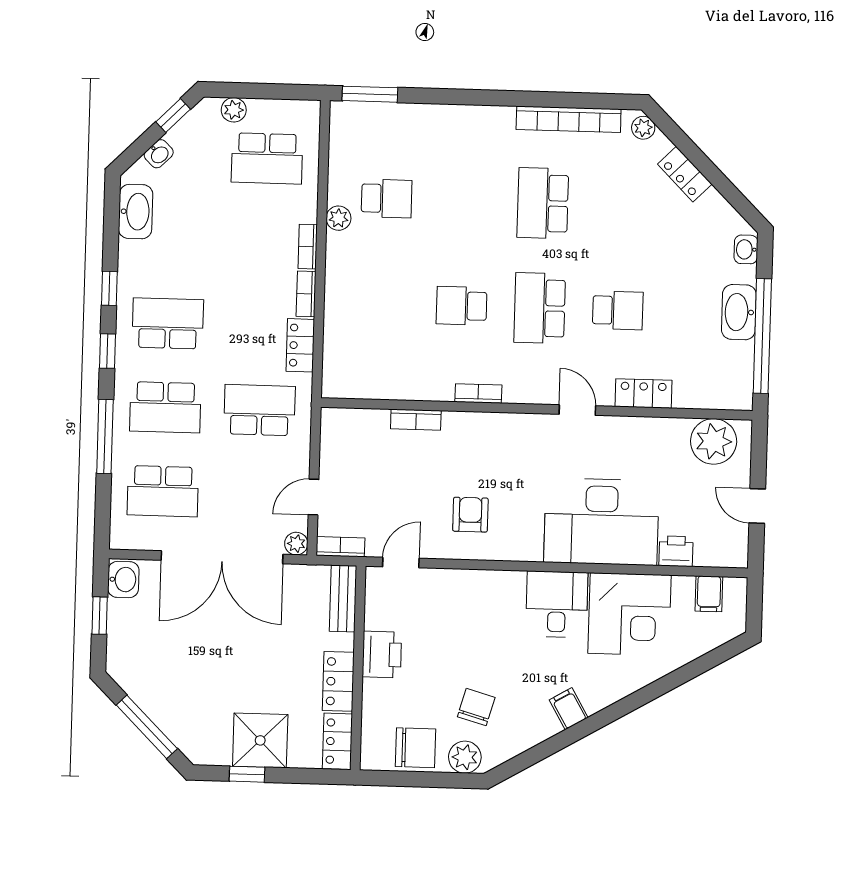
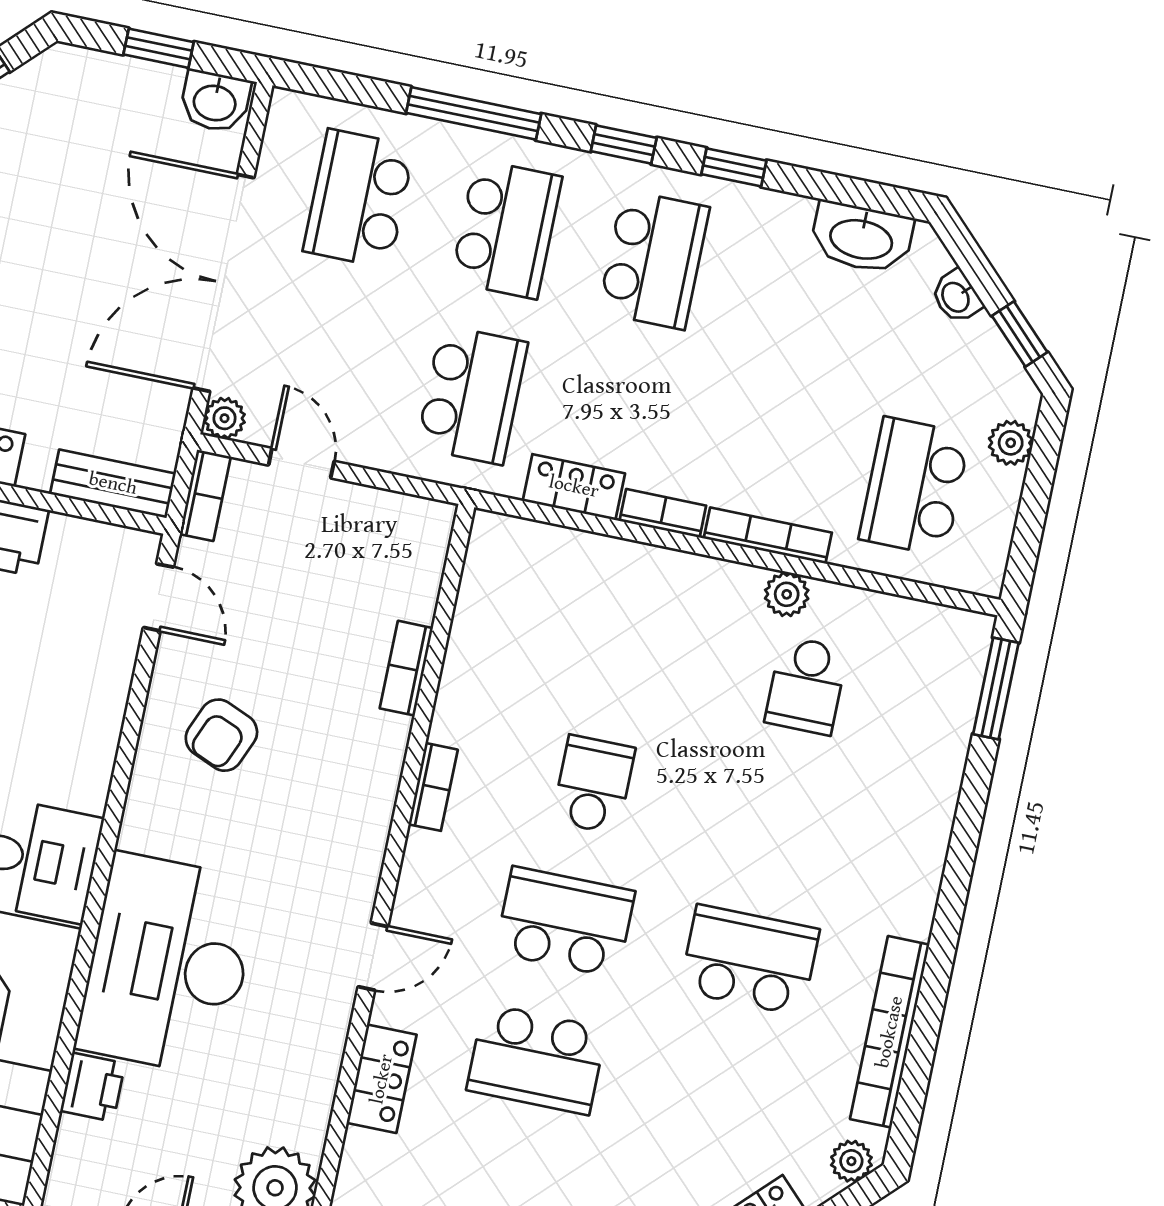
bookcase: (308, 247) -> (768, 536), width x1.56
school desk: (618, 310) -> (537, 1059), width x1.85
school desk: (165, 407) -> (506, 229), turned 180
armchair: (470, 515) -> (221, 735), turned 113

